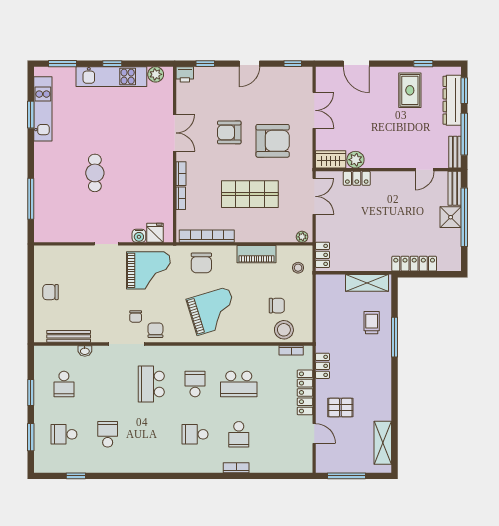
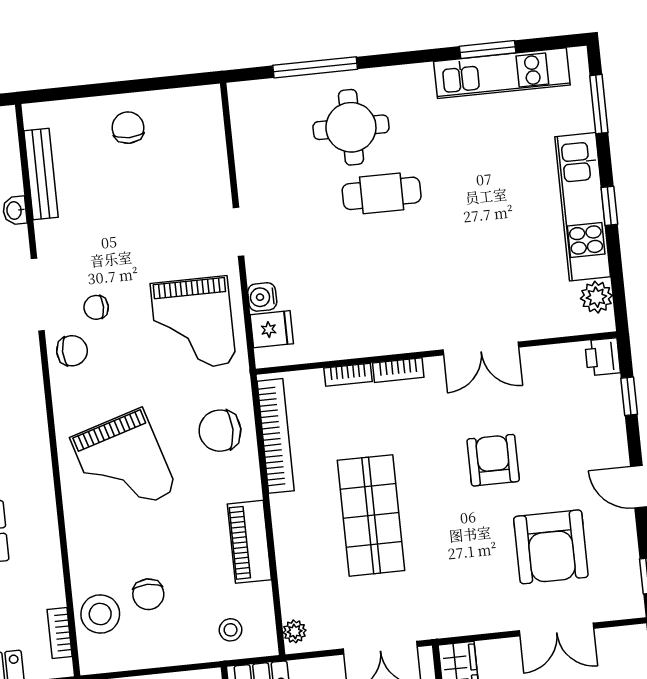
armchair: (273, 141) -> (551, 547), moved
round table: (61, 184) -> (351, 127), added

